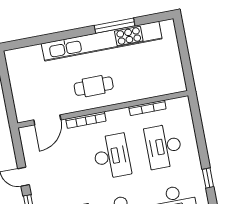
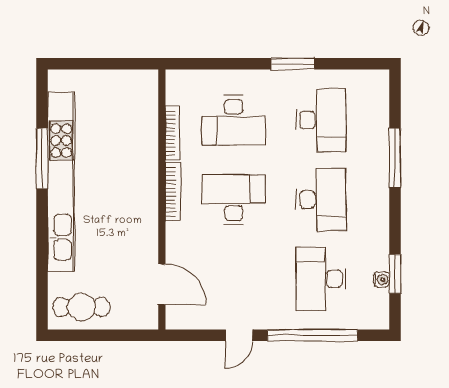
cafe table: (94, 86) -> (81, 307), moved, turned 90
bookcase: (86, 120) -> (173, 192), moved
window: (208, 178) -> (293, 64), width x1.50

